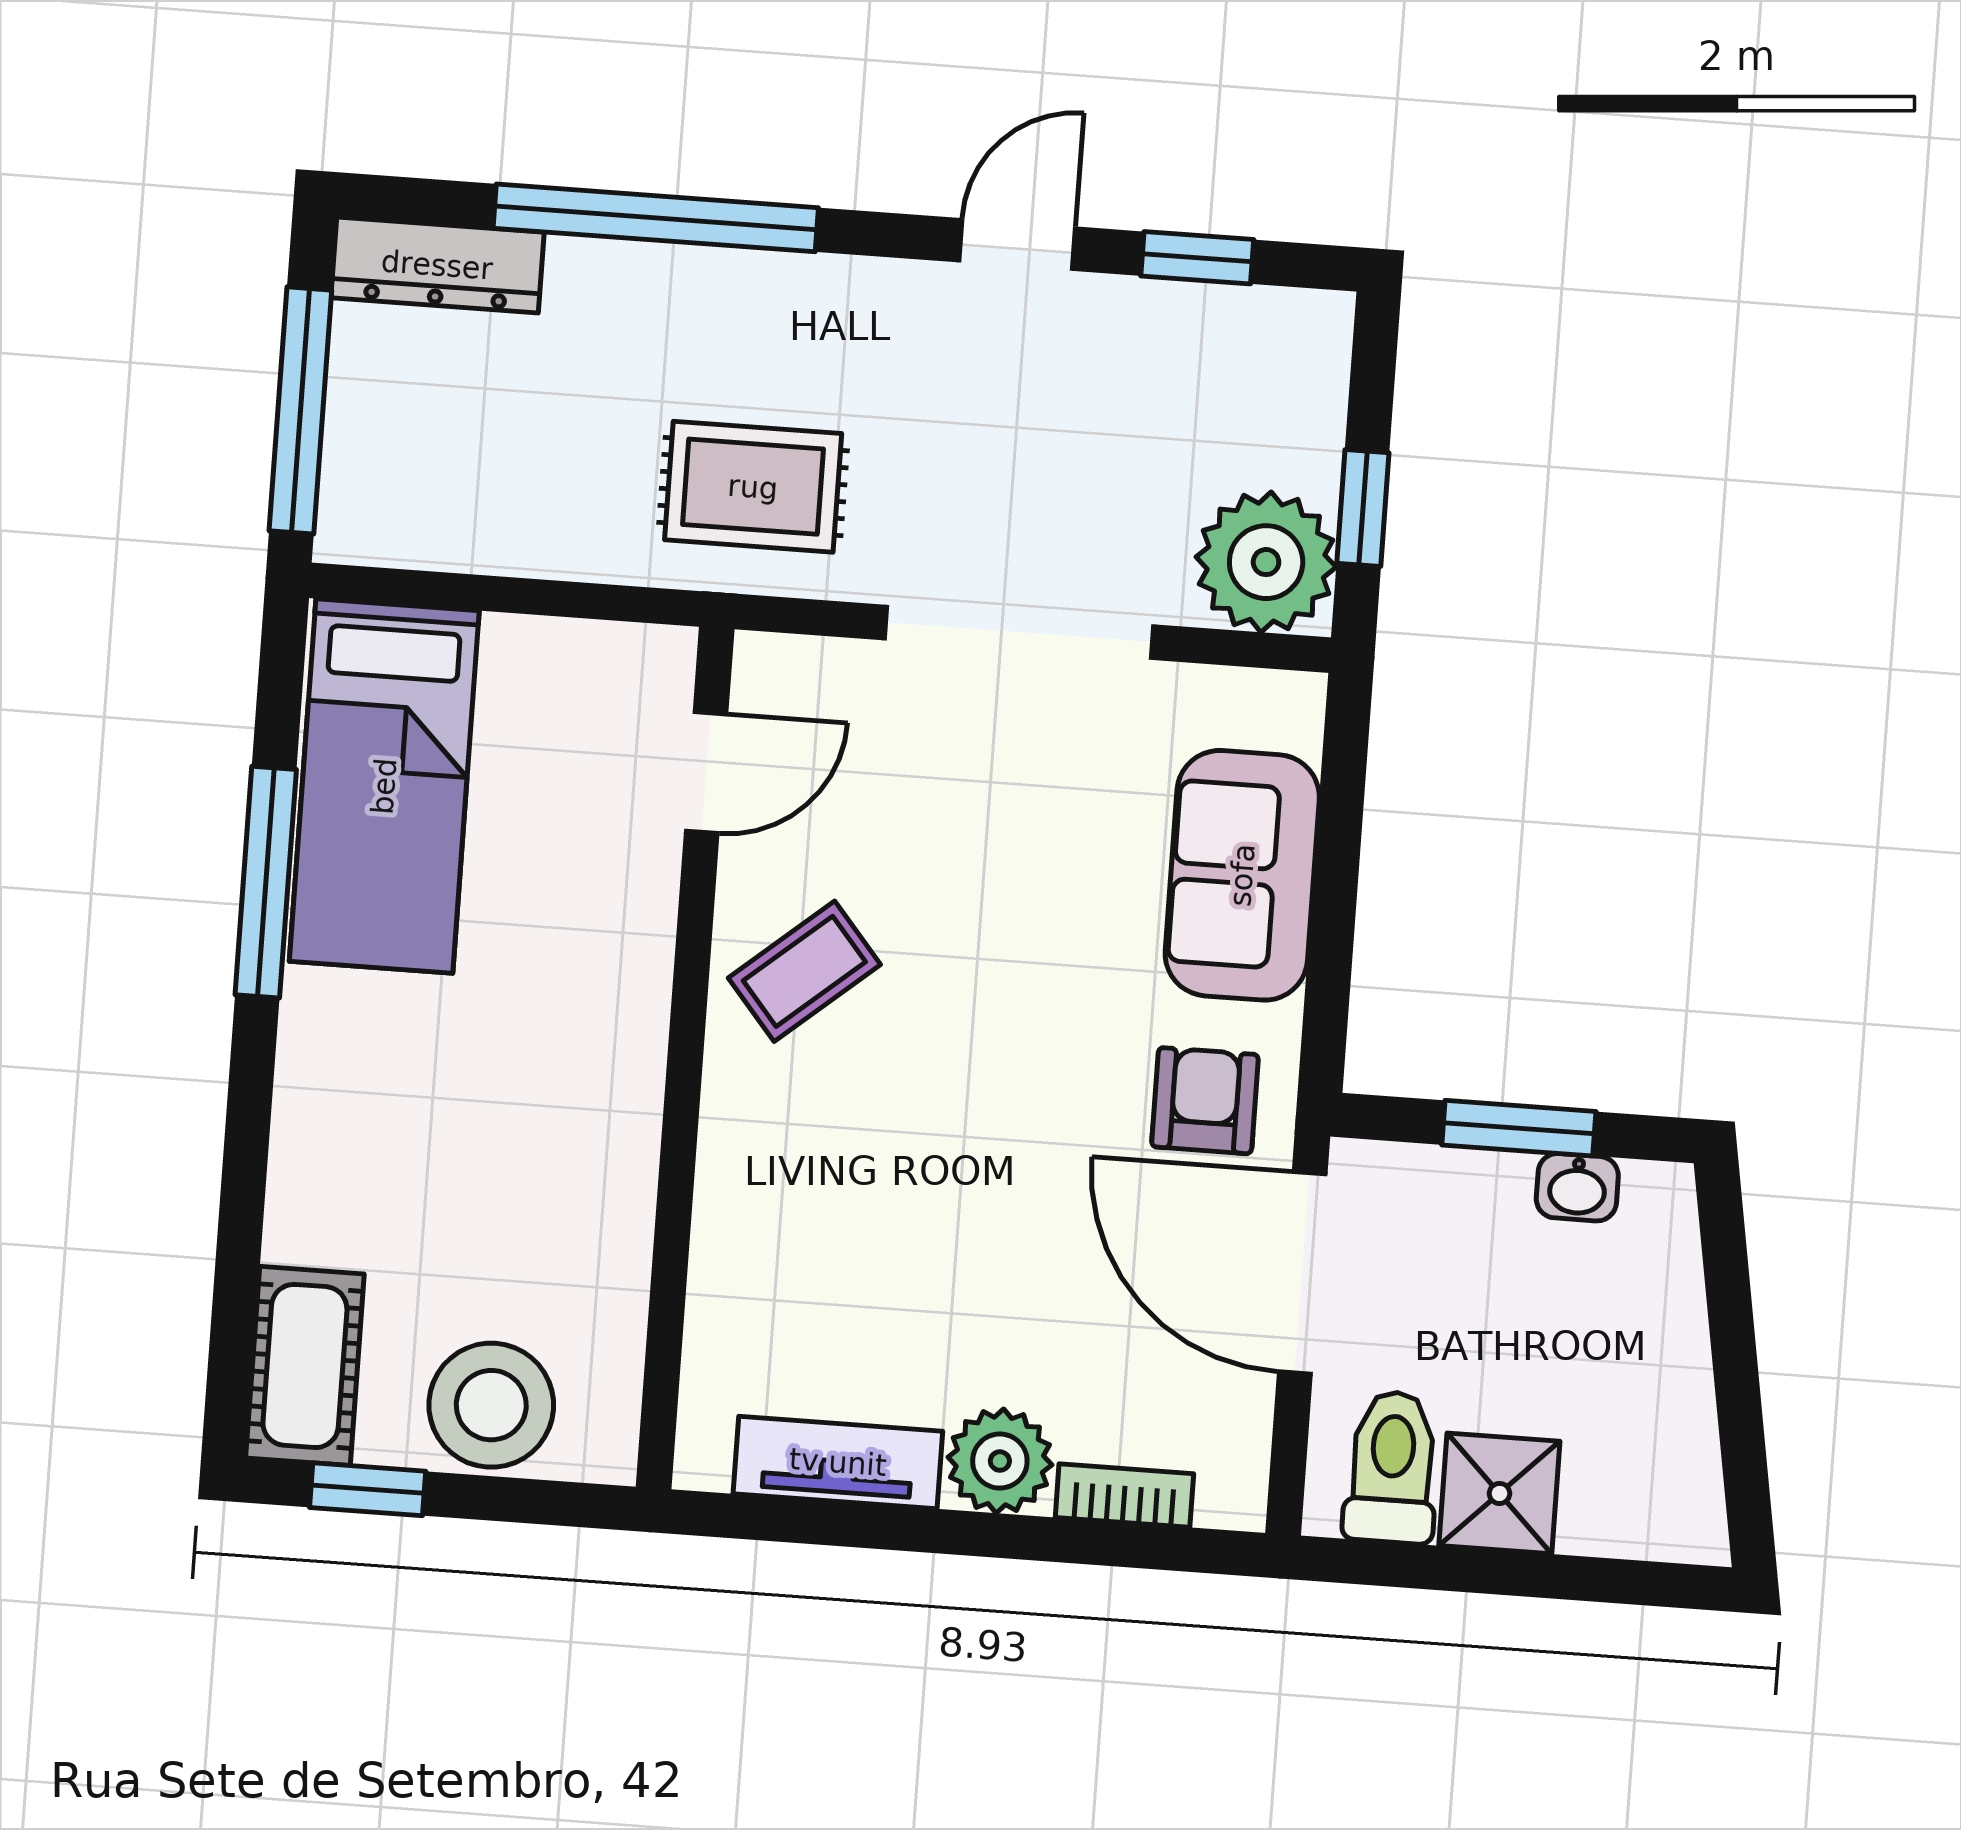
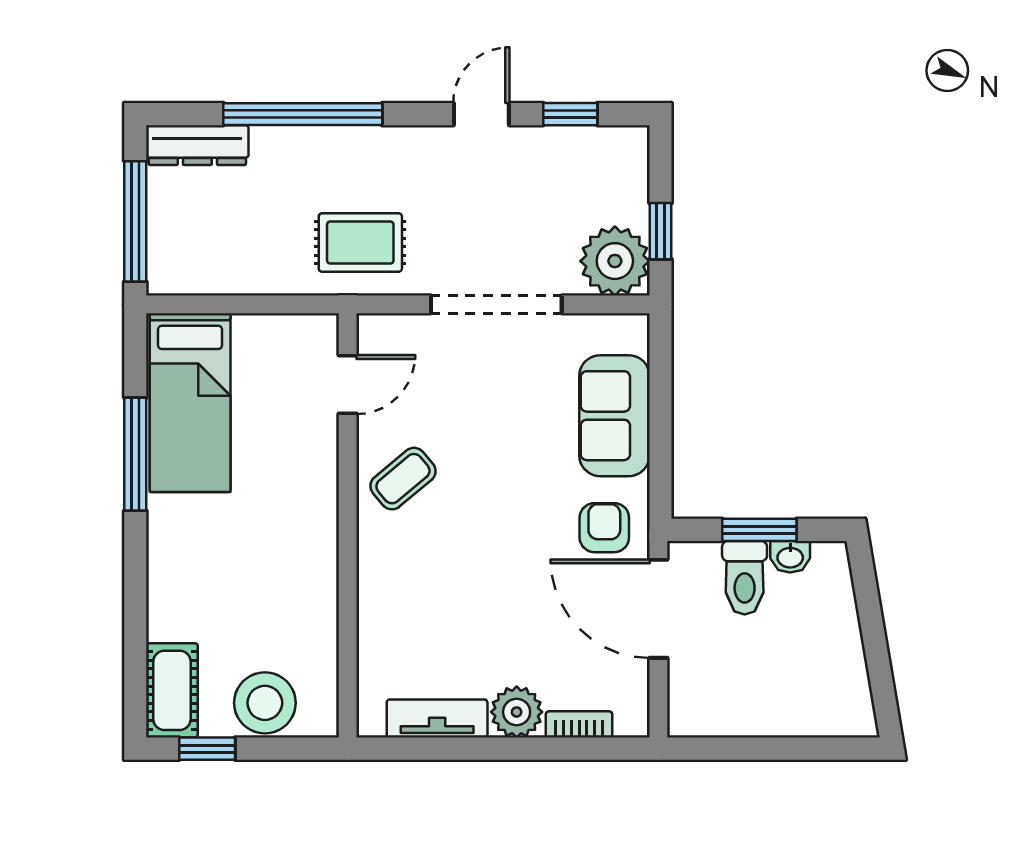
toilet: (1392, 1467) -> (745, 578), moved, turned 180
shower: (1499, 1493) -> (763, 710), removed

